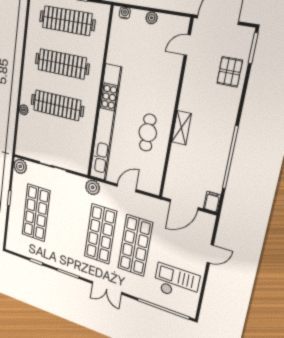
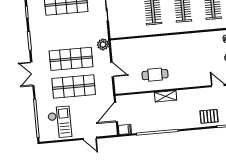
kitchen unit: (105, 123) -> (152, 43), removed
door: (184, 205) -> (116, 112), hinge flipped

